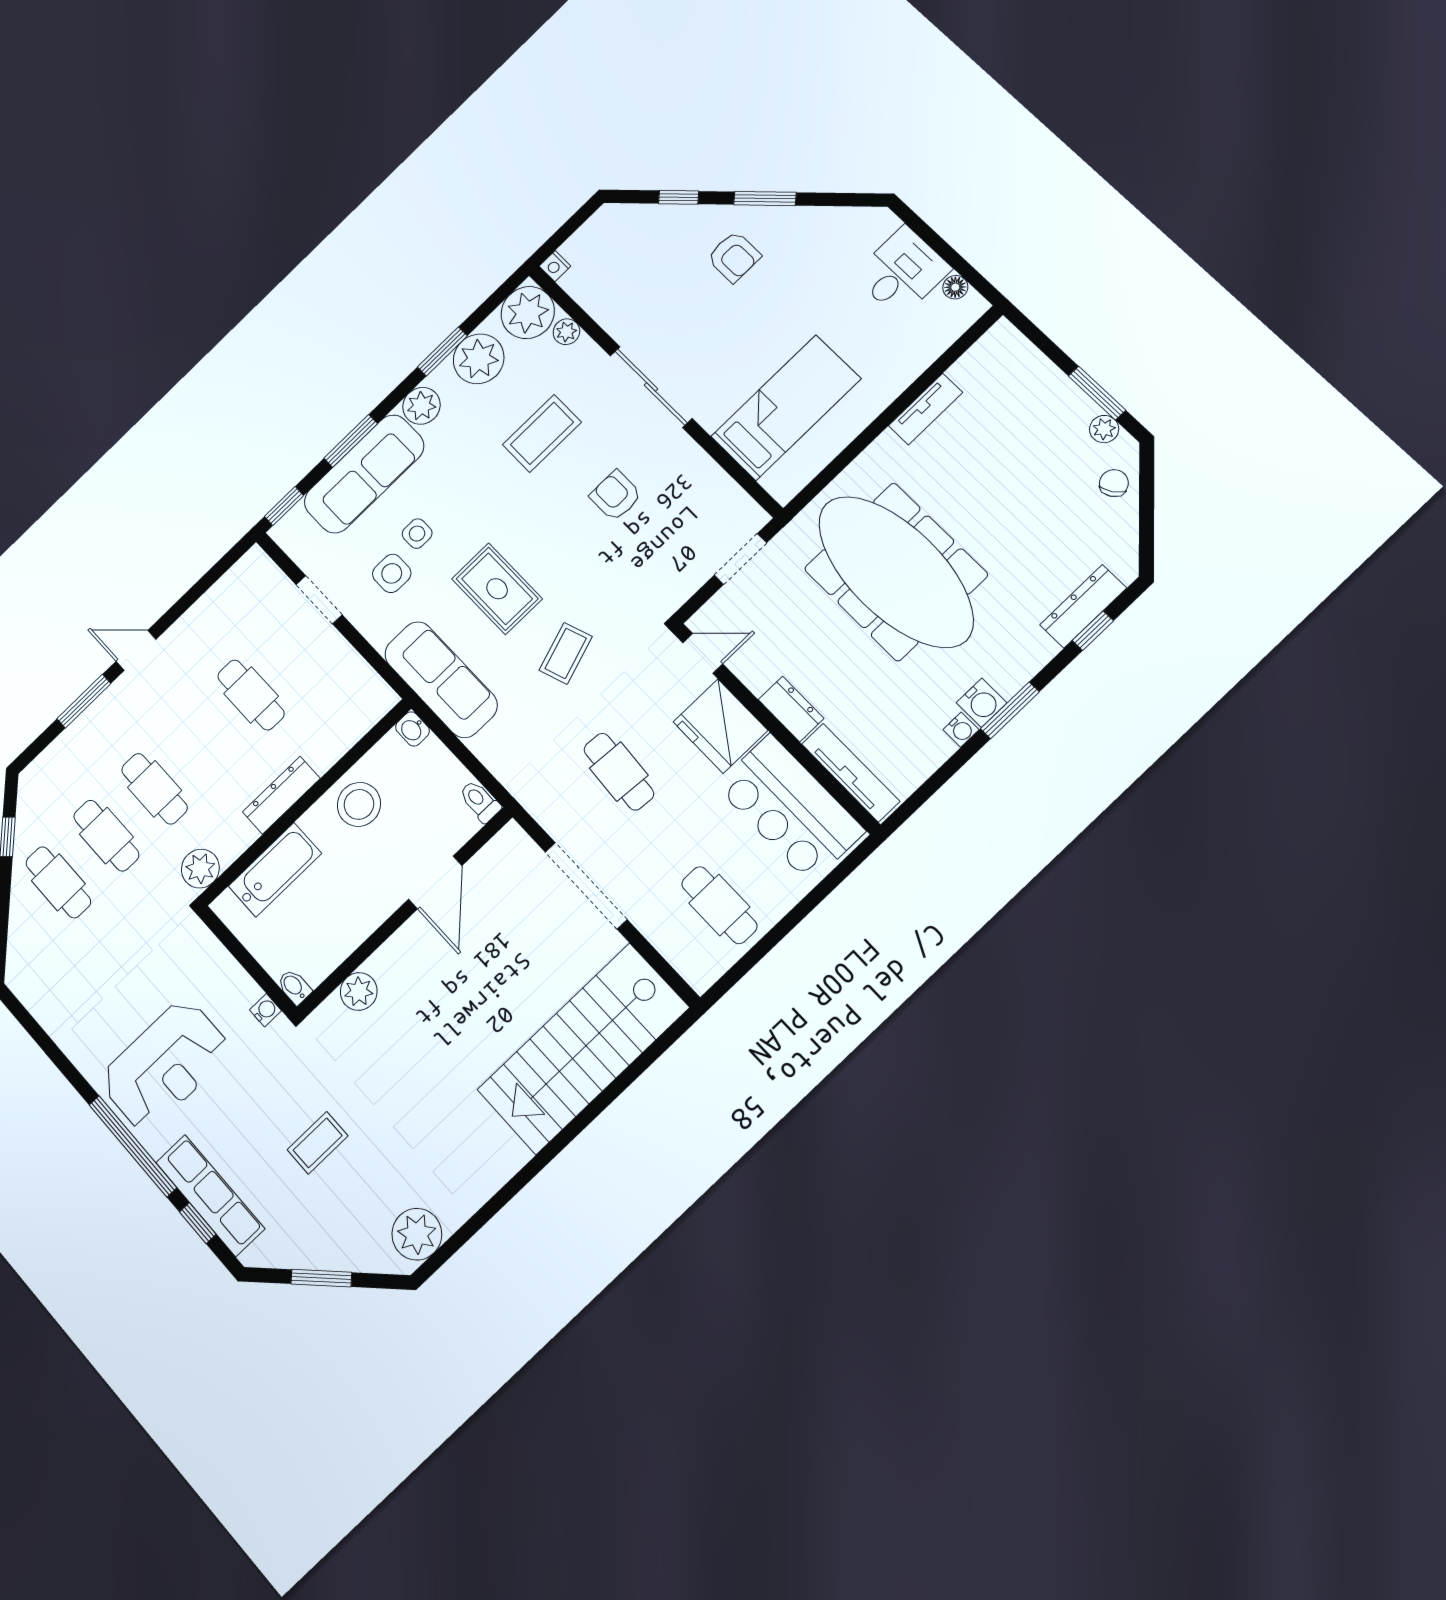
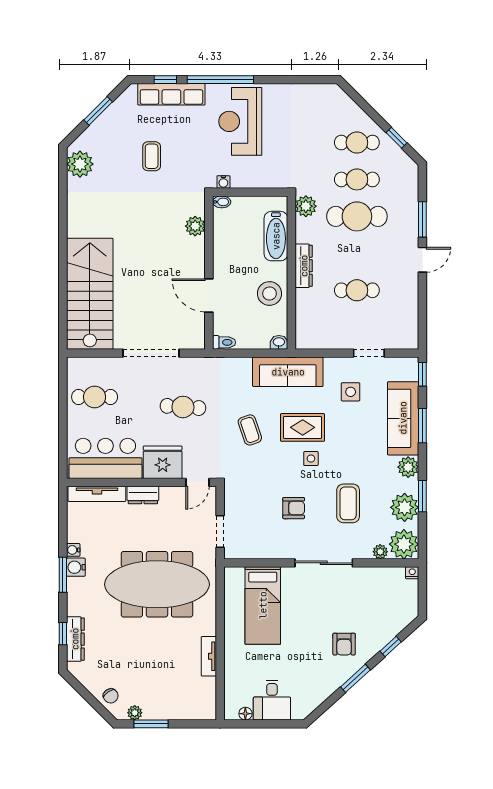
armchair: (734, 257) -> (344, 644), turned -90
side table: (417, 534) -> (311, 459), moved
cafe table: (154, 789) -> (357, 216), width x1.37, depth x1.35

